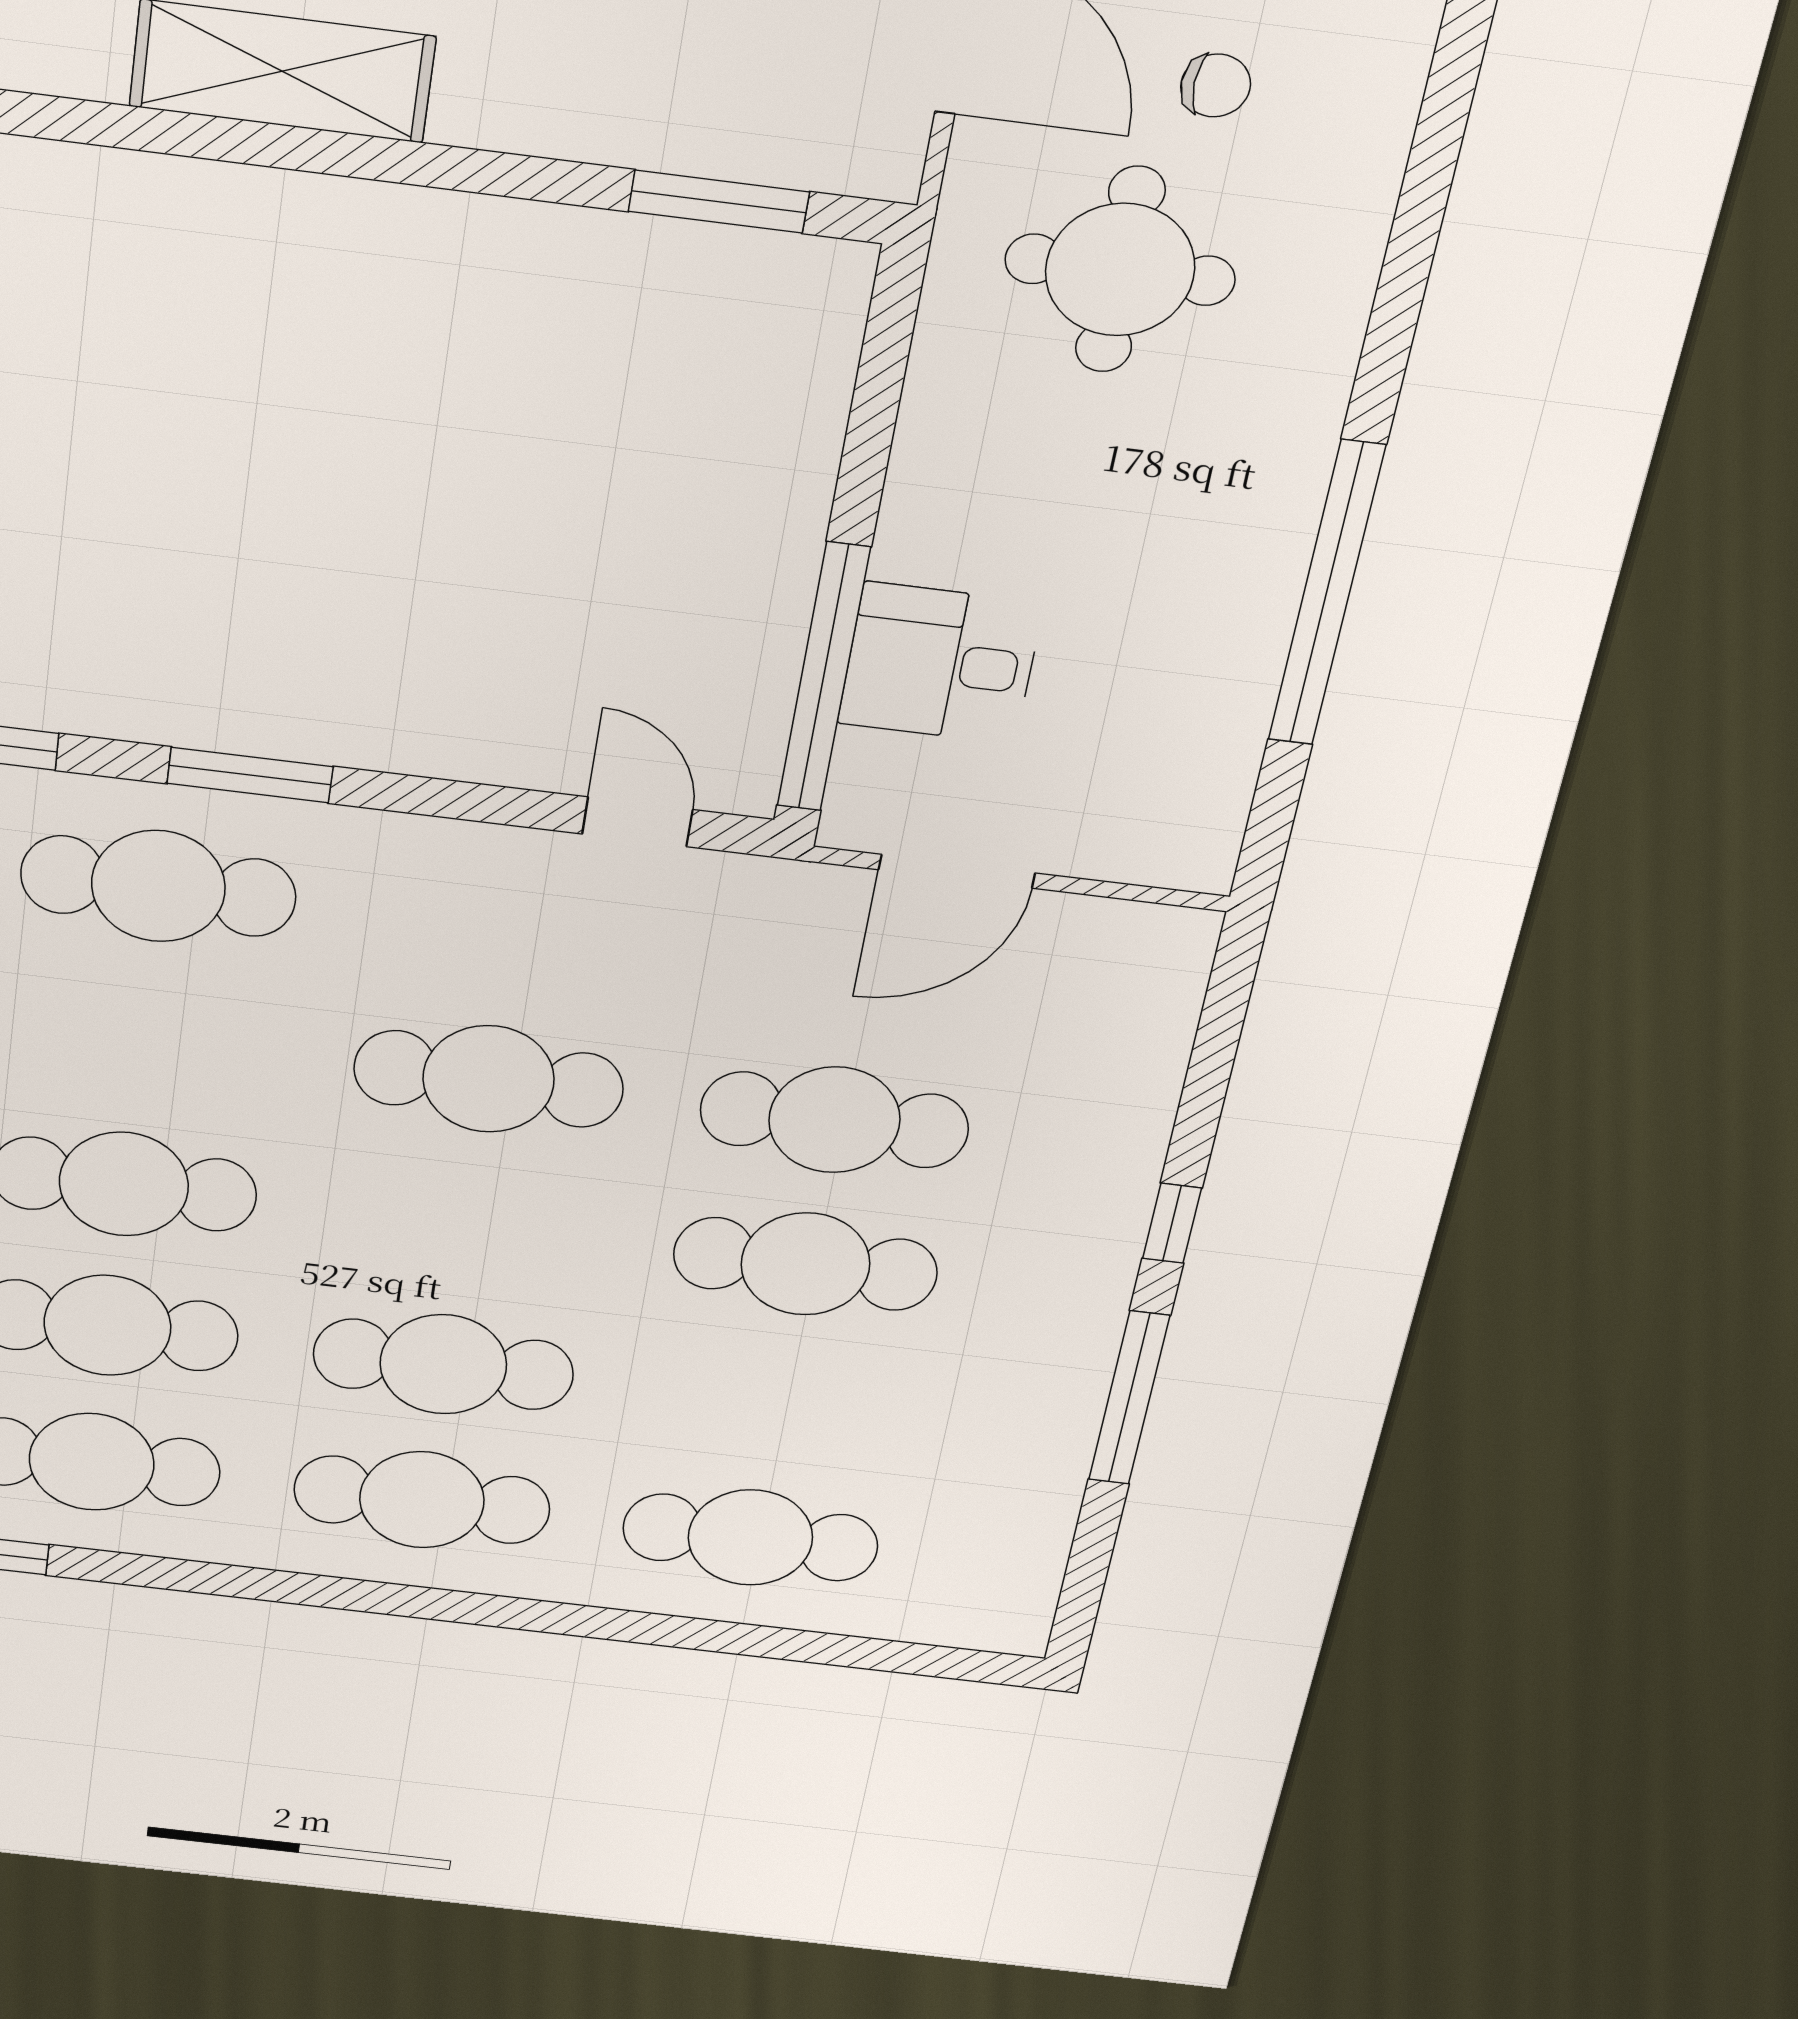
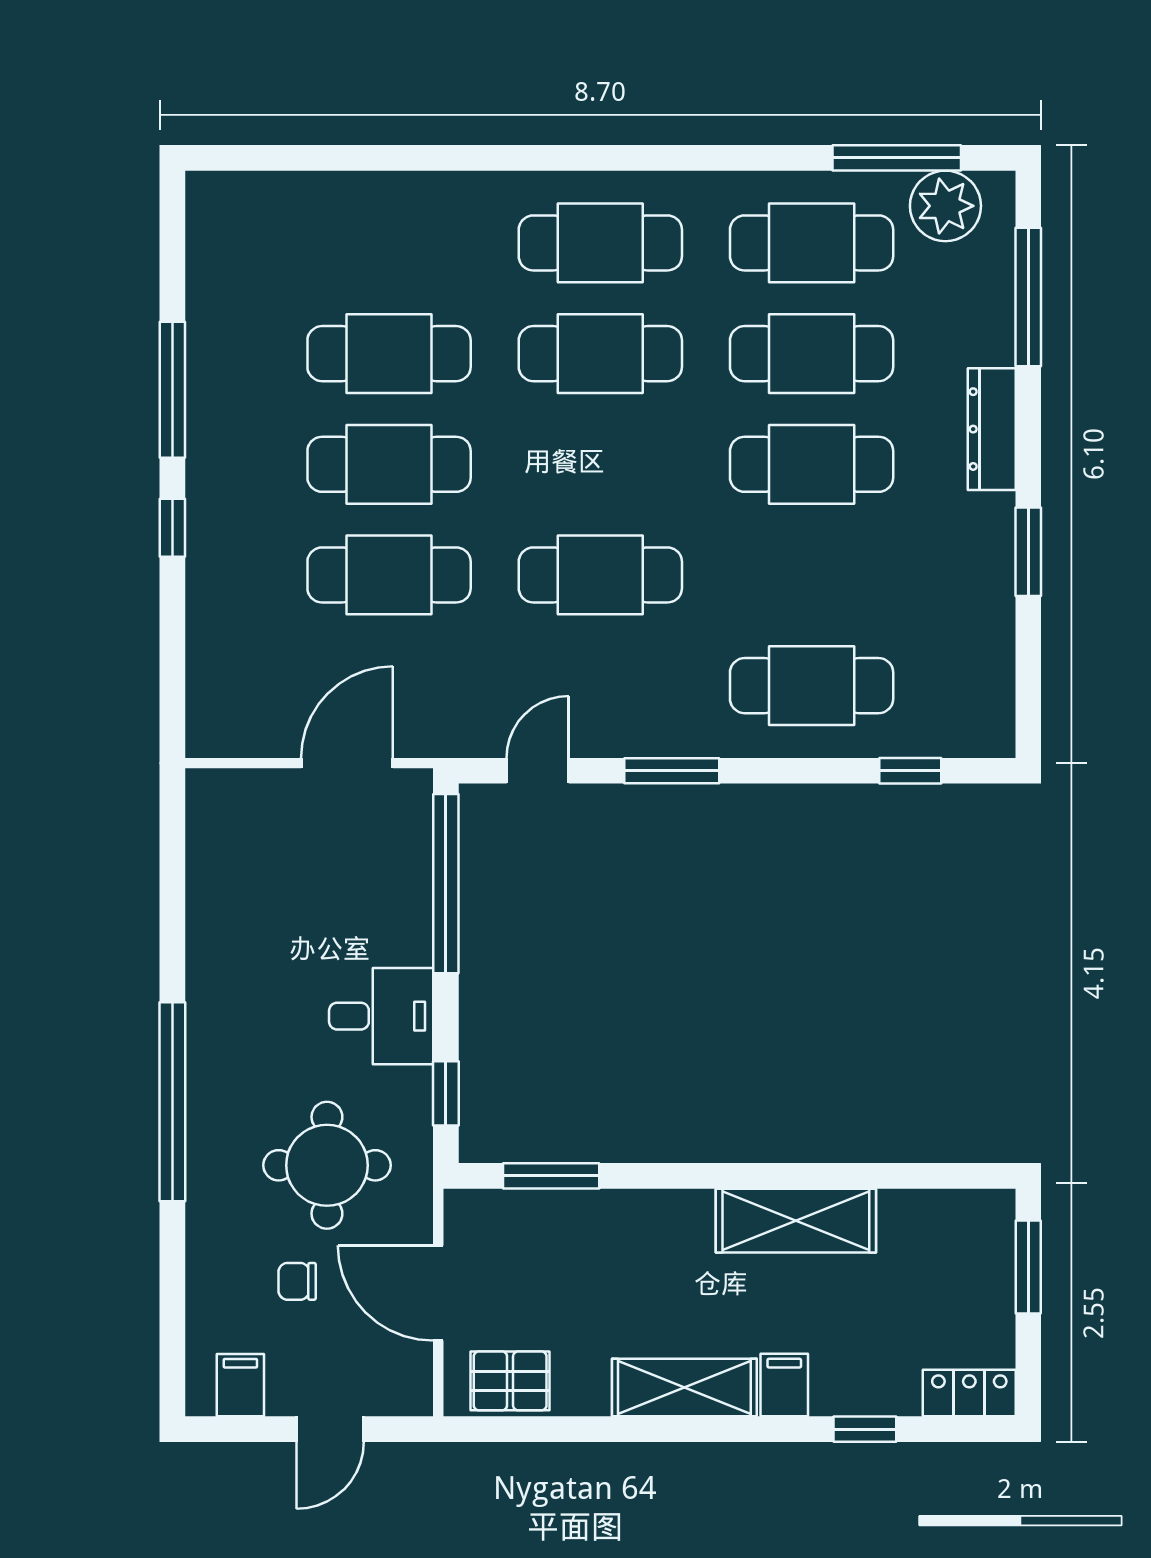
window: (884, 358) -> (446, 1093), added
window: (1326, 594) -> (172, 1102), moved
desk: (940, 663) -> (381, 1016), moved
window: (250, 775) -> (672, 771), moved
door: (637, 822) -> (538, 771), swing flipped
cafe table: (750, 1538) -> (389, 354), moved

